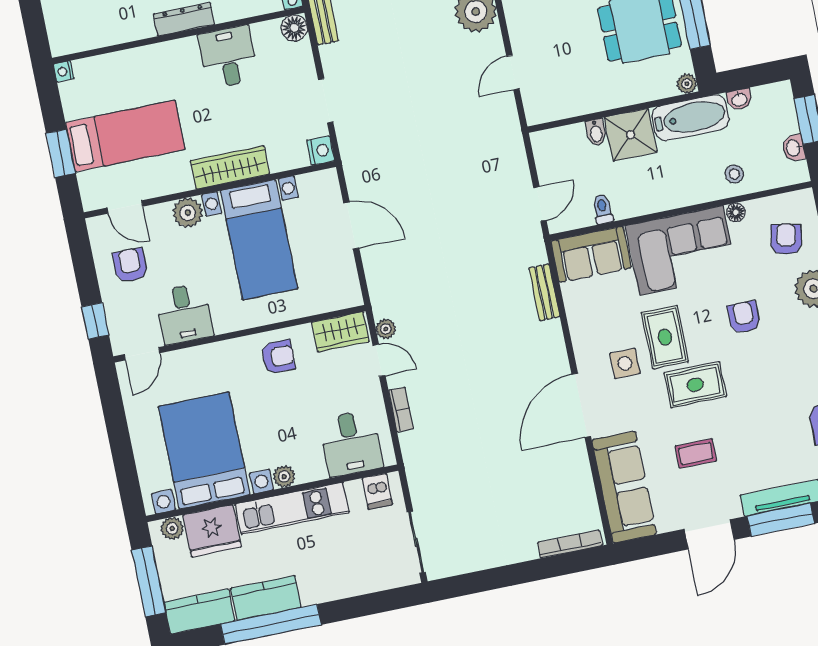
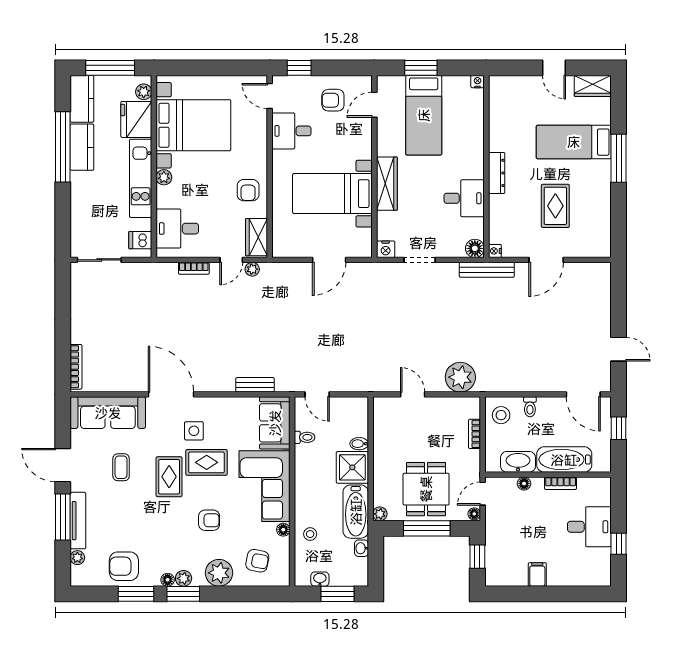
plant: (188, 213) -> (361, 148), removed
armchair: (130, 265) -> (333, 100), turned 180

